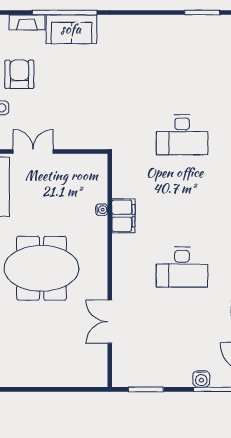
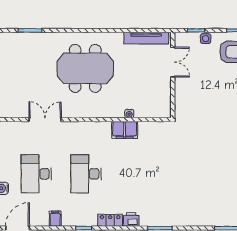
desk: (182, 135) -> (36, 174), moved
meeting table: (42, 268) -> (85, 68), turned 90

